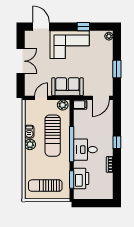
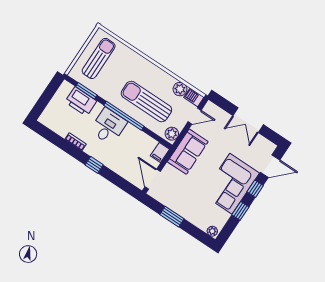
window: (62, 27) -> (255, 189), added
door: (41, 98) -> (195, 116), hinge flipped
barbecue: (29, 132) -> (194, 97), moved
plant: (30, 144) -> (180, 89), moved

